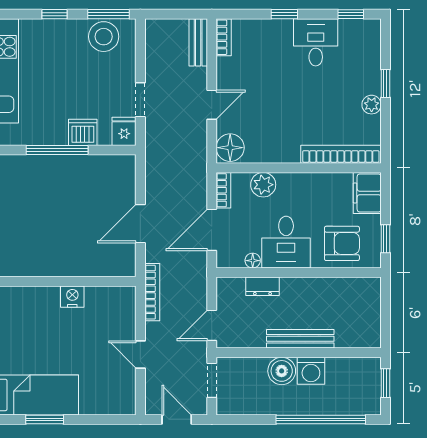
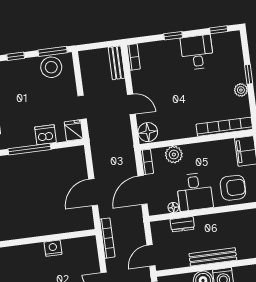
door: (212, 105) -> (131, 104), hinge flipped

